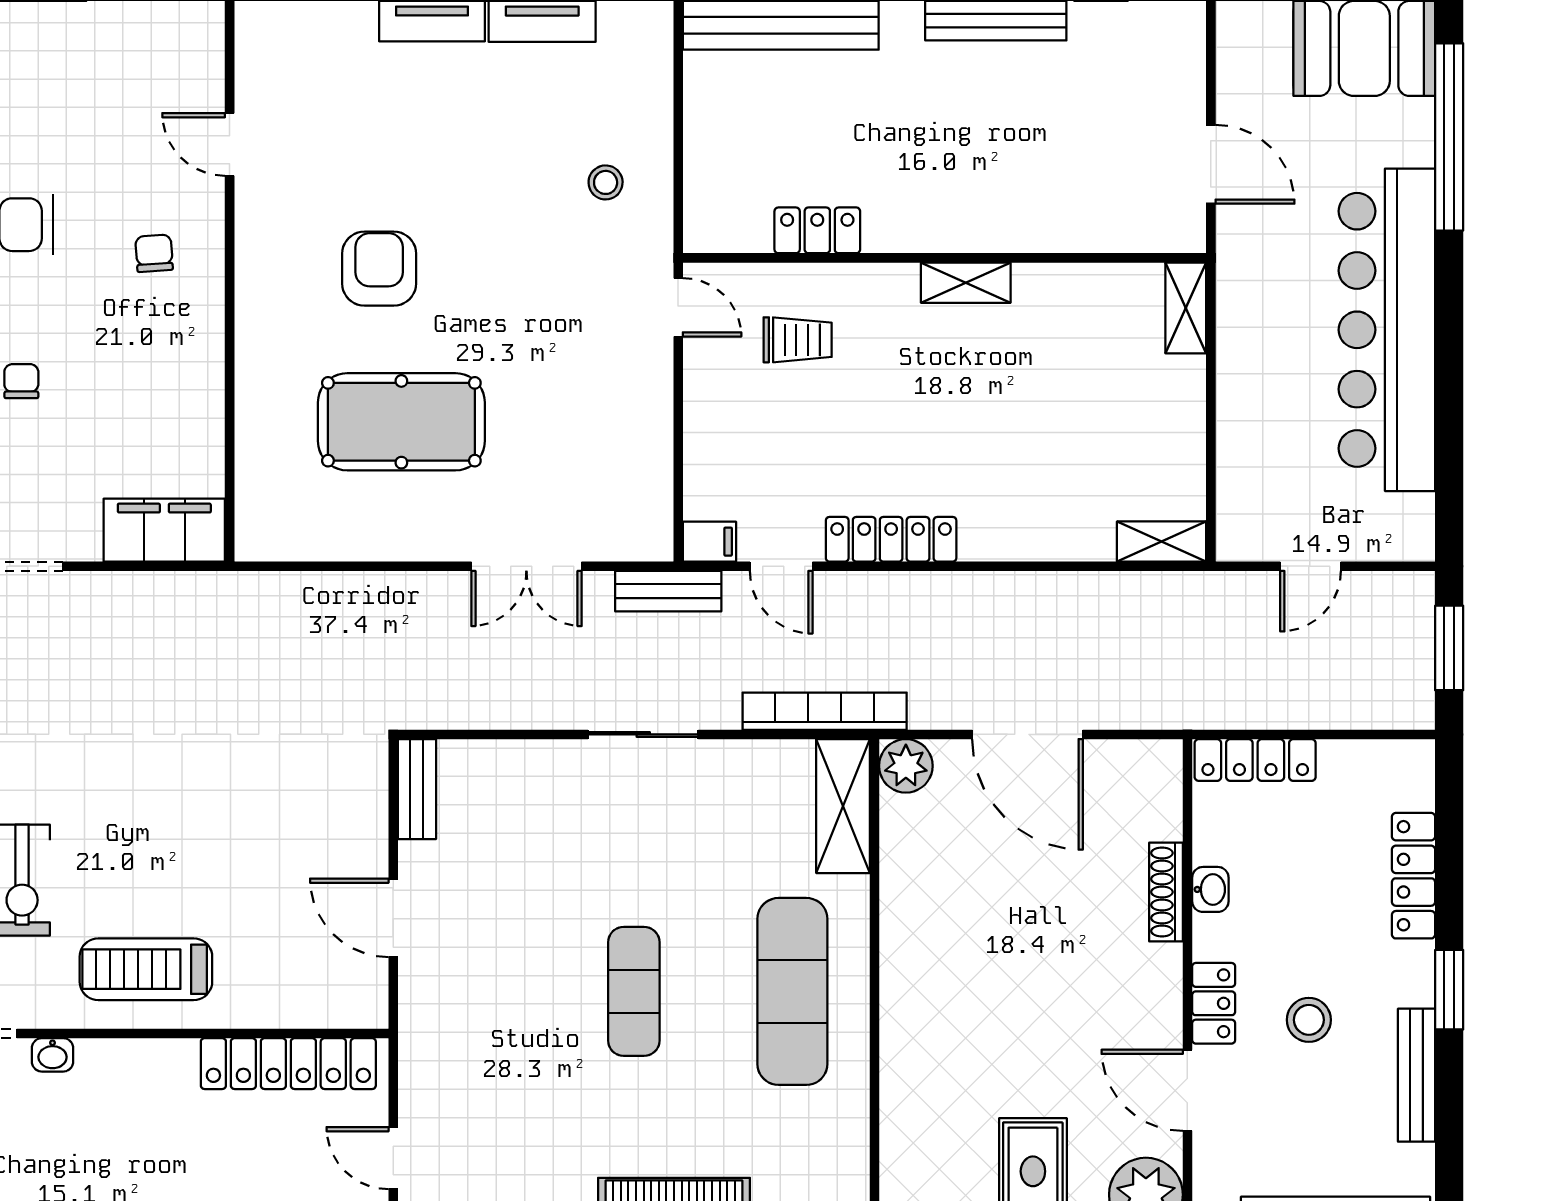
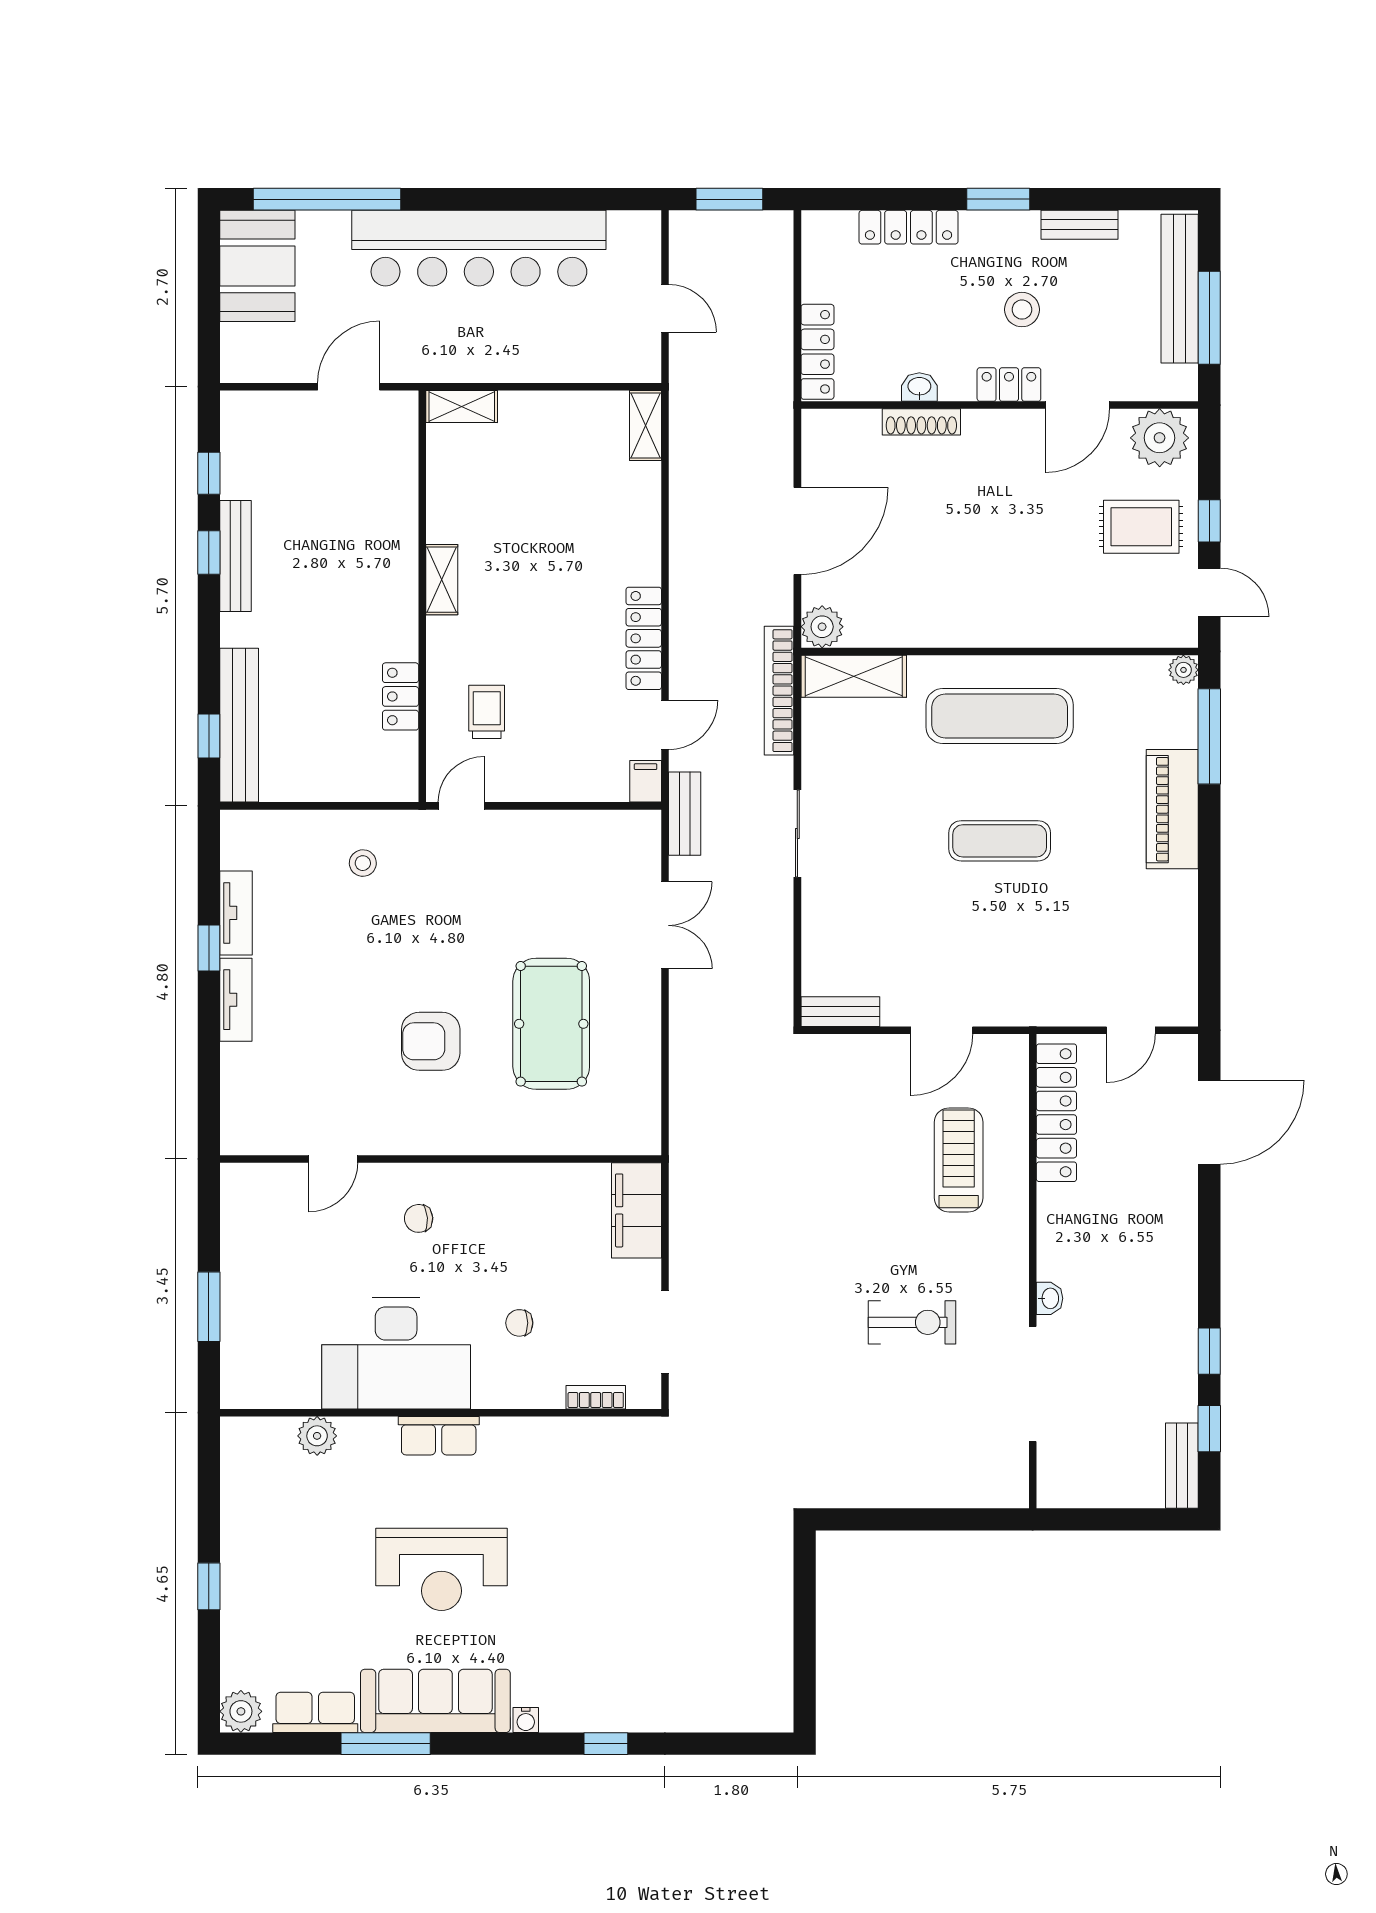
treadmill: (146, 969) -> (959, 1160), moved, turned 180
bench: (1417, 1075) -> (1079, 225), width x0.73

